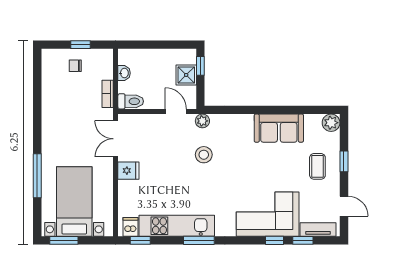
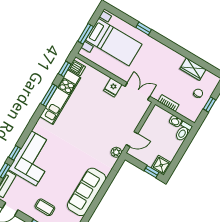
shower: (186, 75) -> (161, 165), moved
wardrobe: (50, 89) -> (193, 69), added
toilet: (131, 101) -> (183, 131), moved
sofa: (279, 128) -> (87, 192), width x1.36
stool: (204, 155) -> (95, 141), removed
window: (37, 176) -> (144, 29), width x0.46
window: (64, 240) -> (86, 34), moved
window: (199, 240) -> (49, 95), moved

